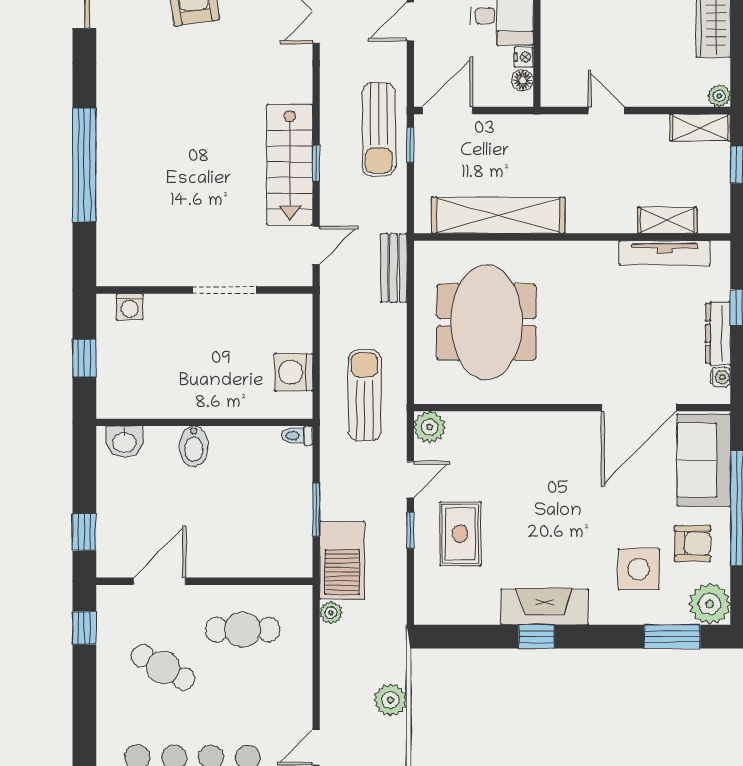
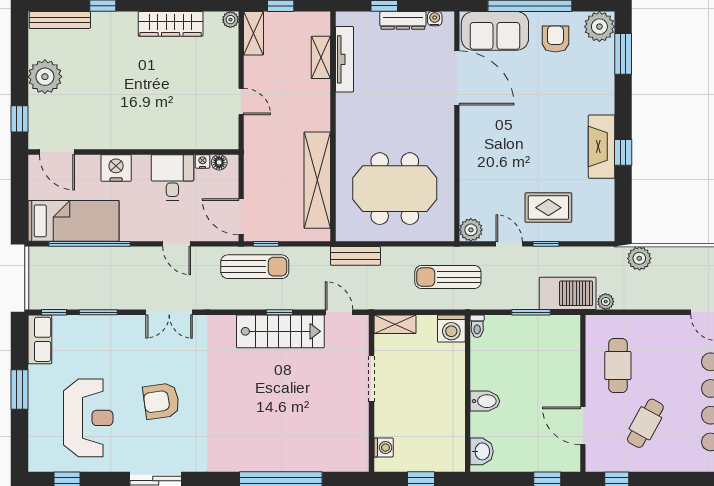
door: (606, 111) -> (241, 102), swing flipped
shelving: (300, 322) -> (395, 324), added
washing machine: (294, 372) -> (451, 328), moved
side table: (639, 569) -> (574, 78), removed
plant: (390, 700) -> (639, 258), moved

